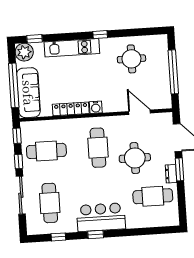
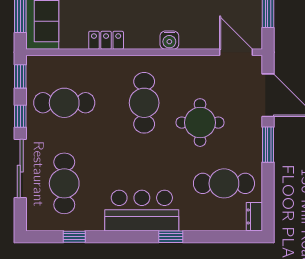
water cooler: (96, 107) -> (169, 40), moved
locker: (71, 109) -> (106, 40), width x0.66
door: (139, 112) -> (236, 52), moved
dresser: (171, 174) -> (254, 216), moved
window: (96, 234) -> (171, 237), moved

